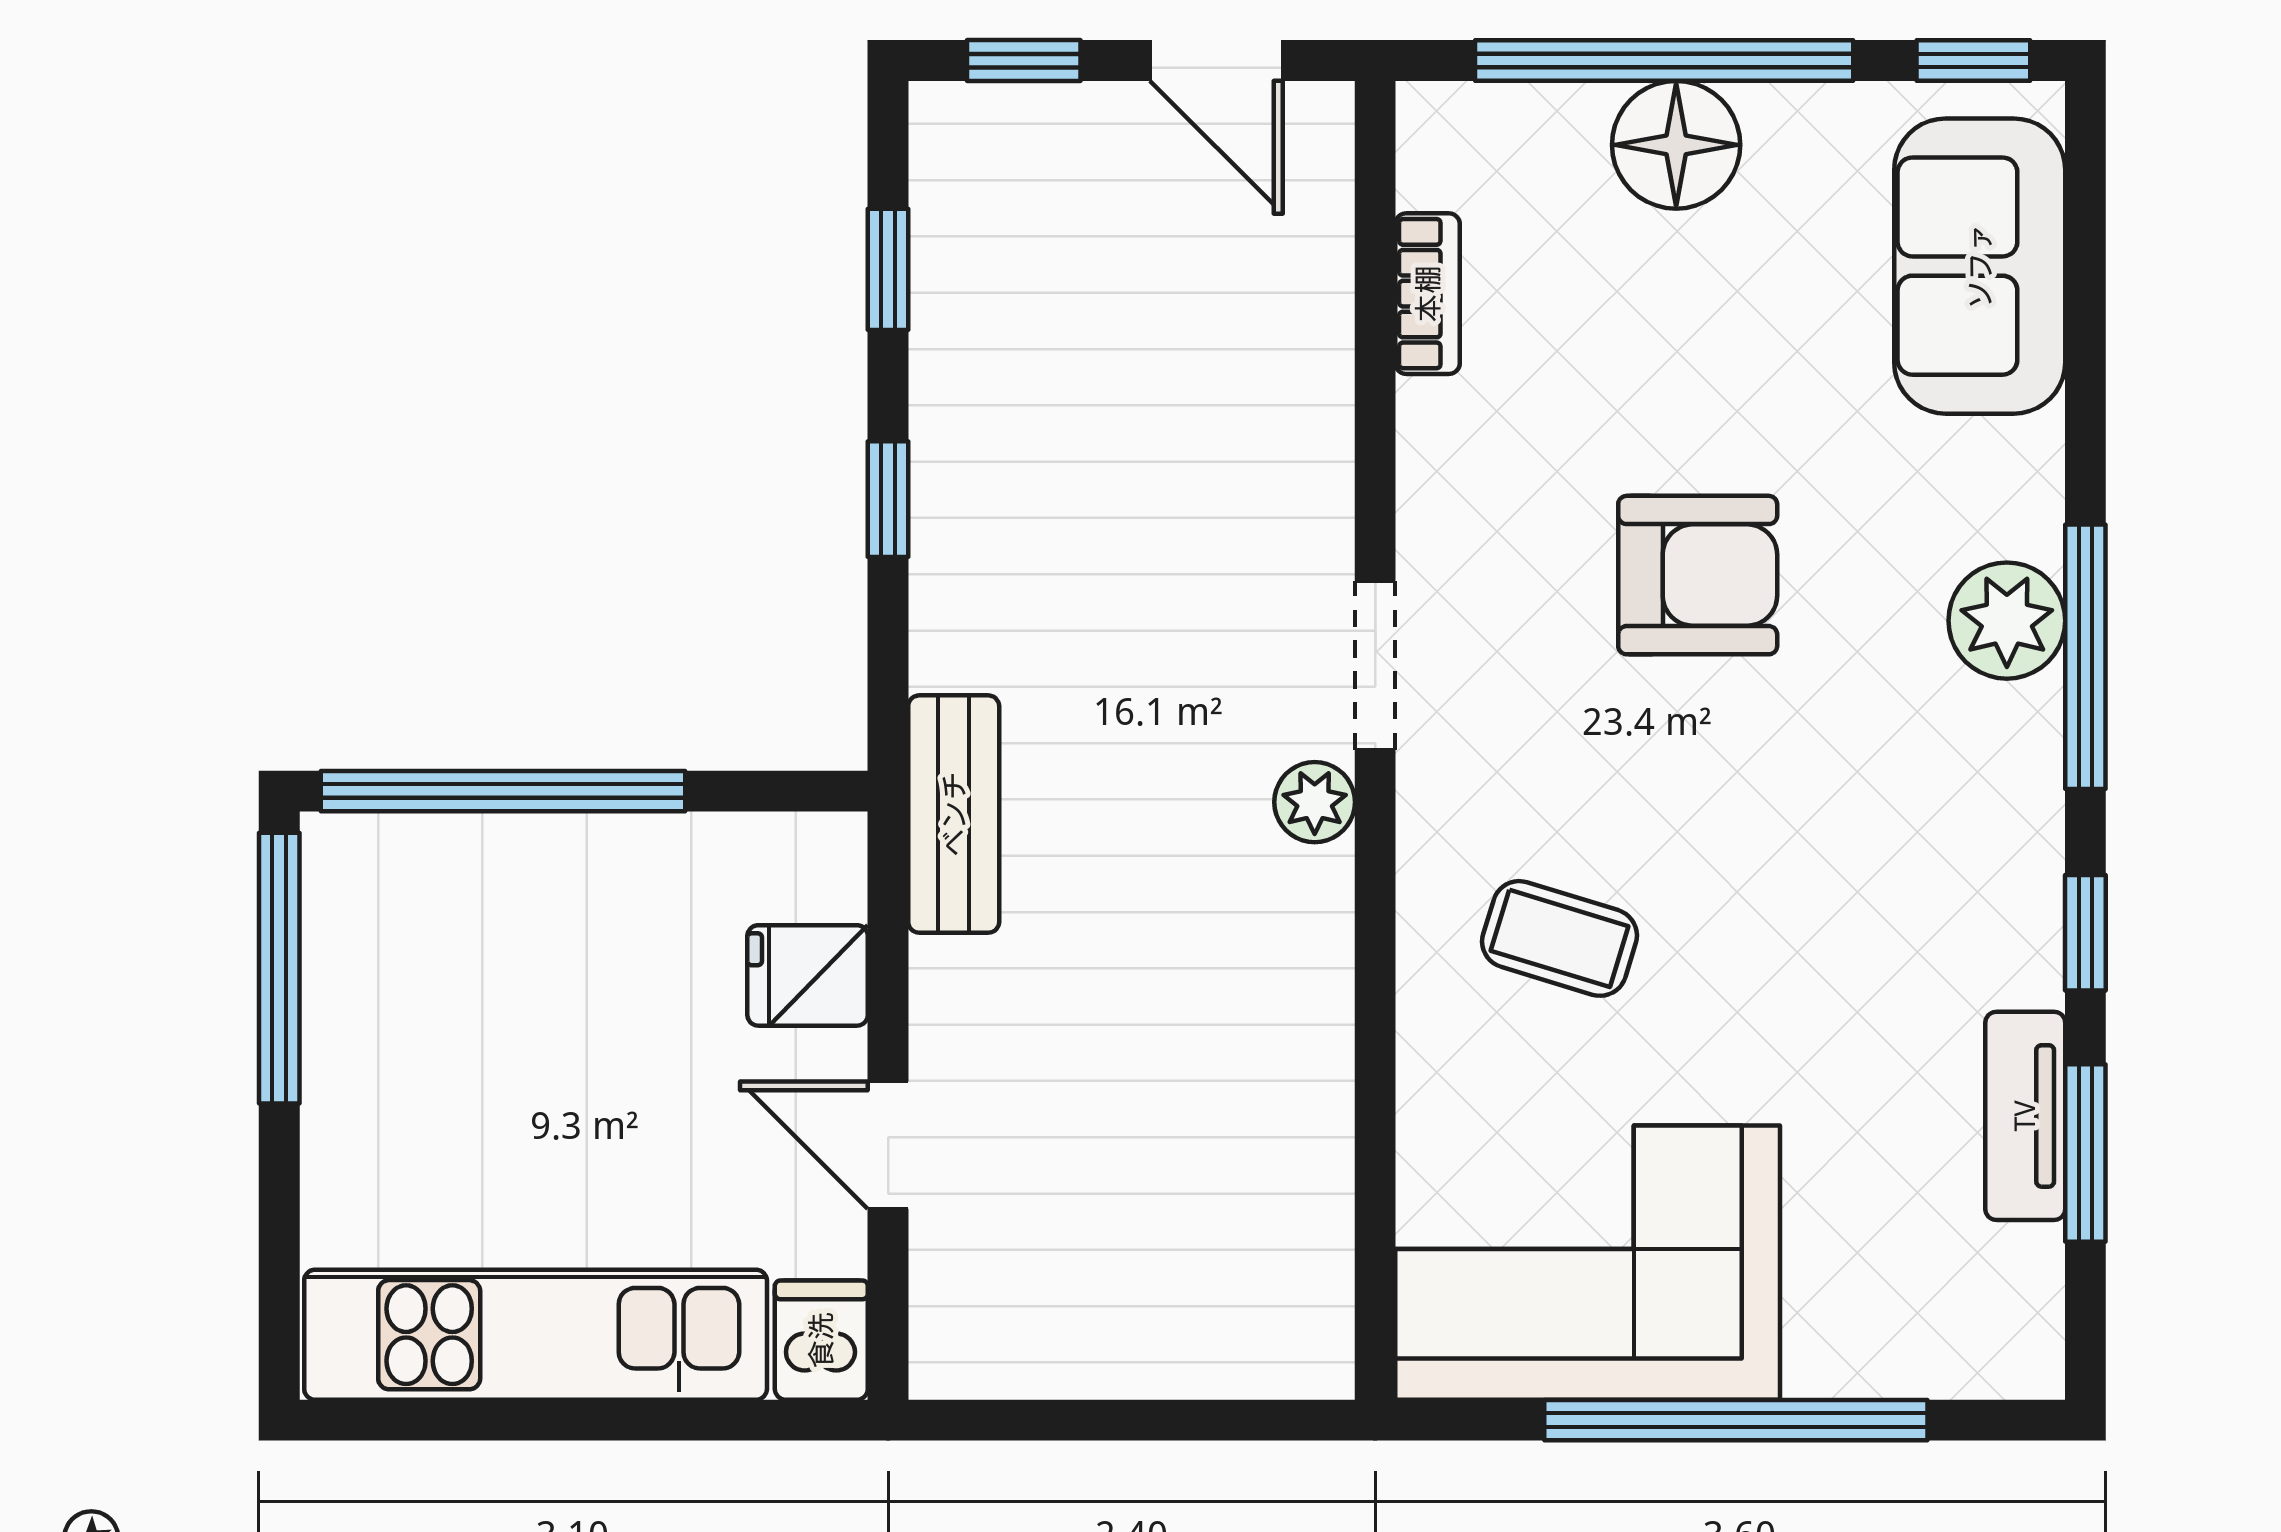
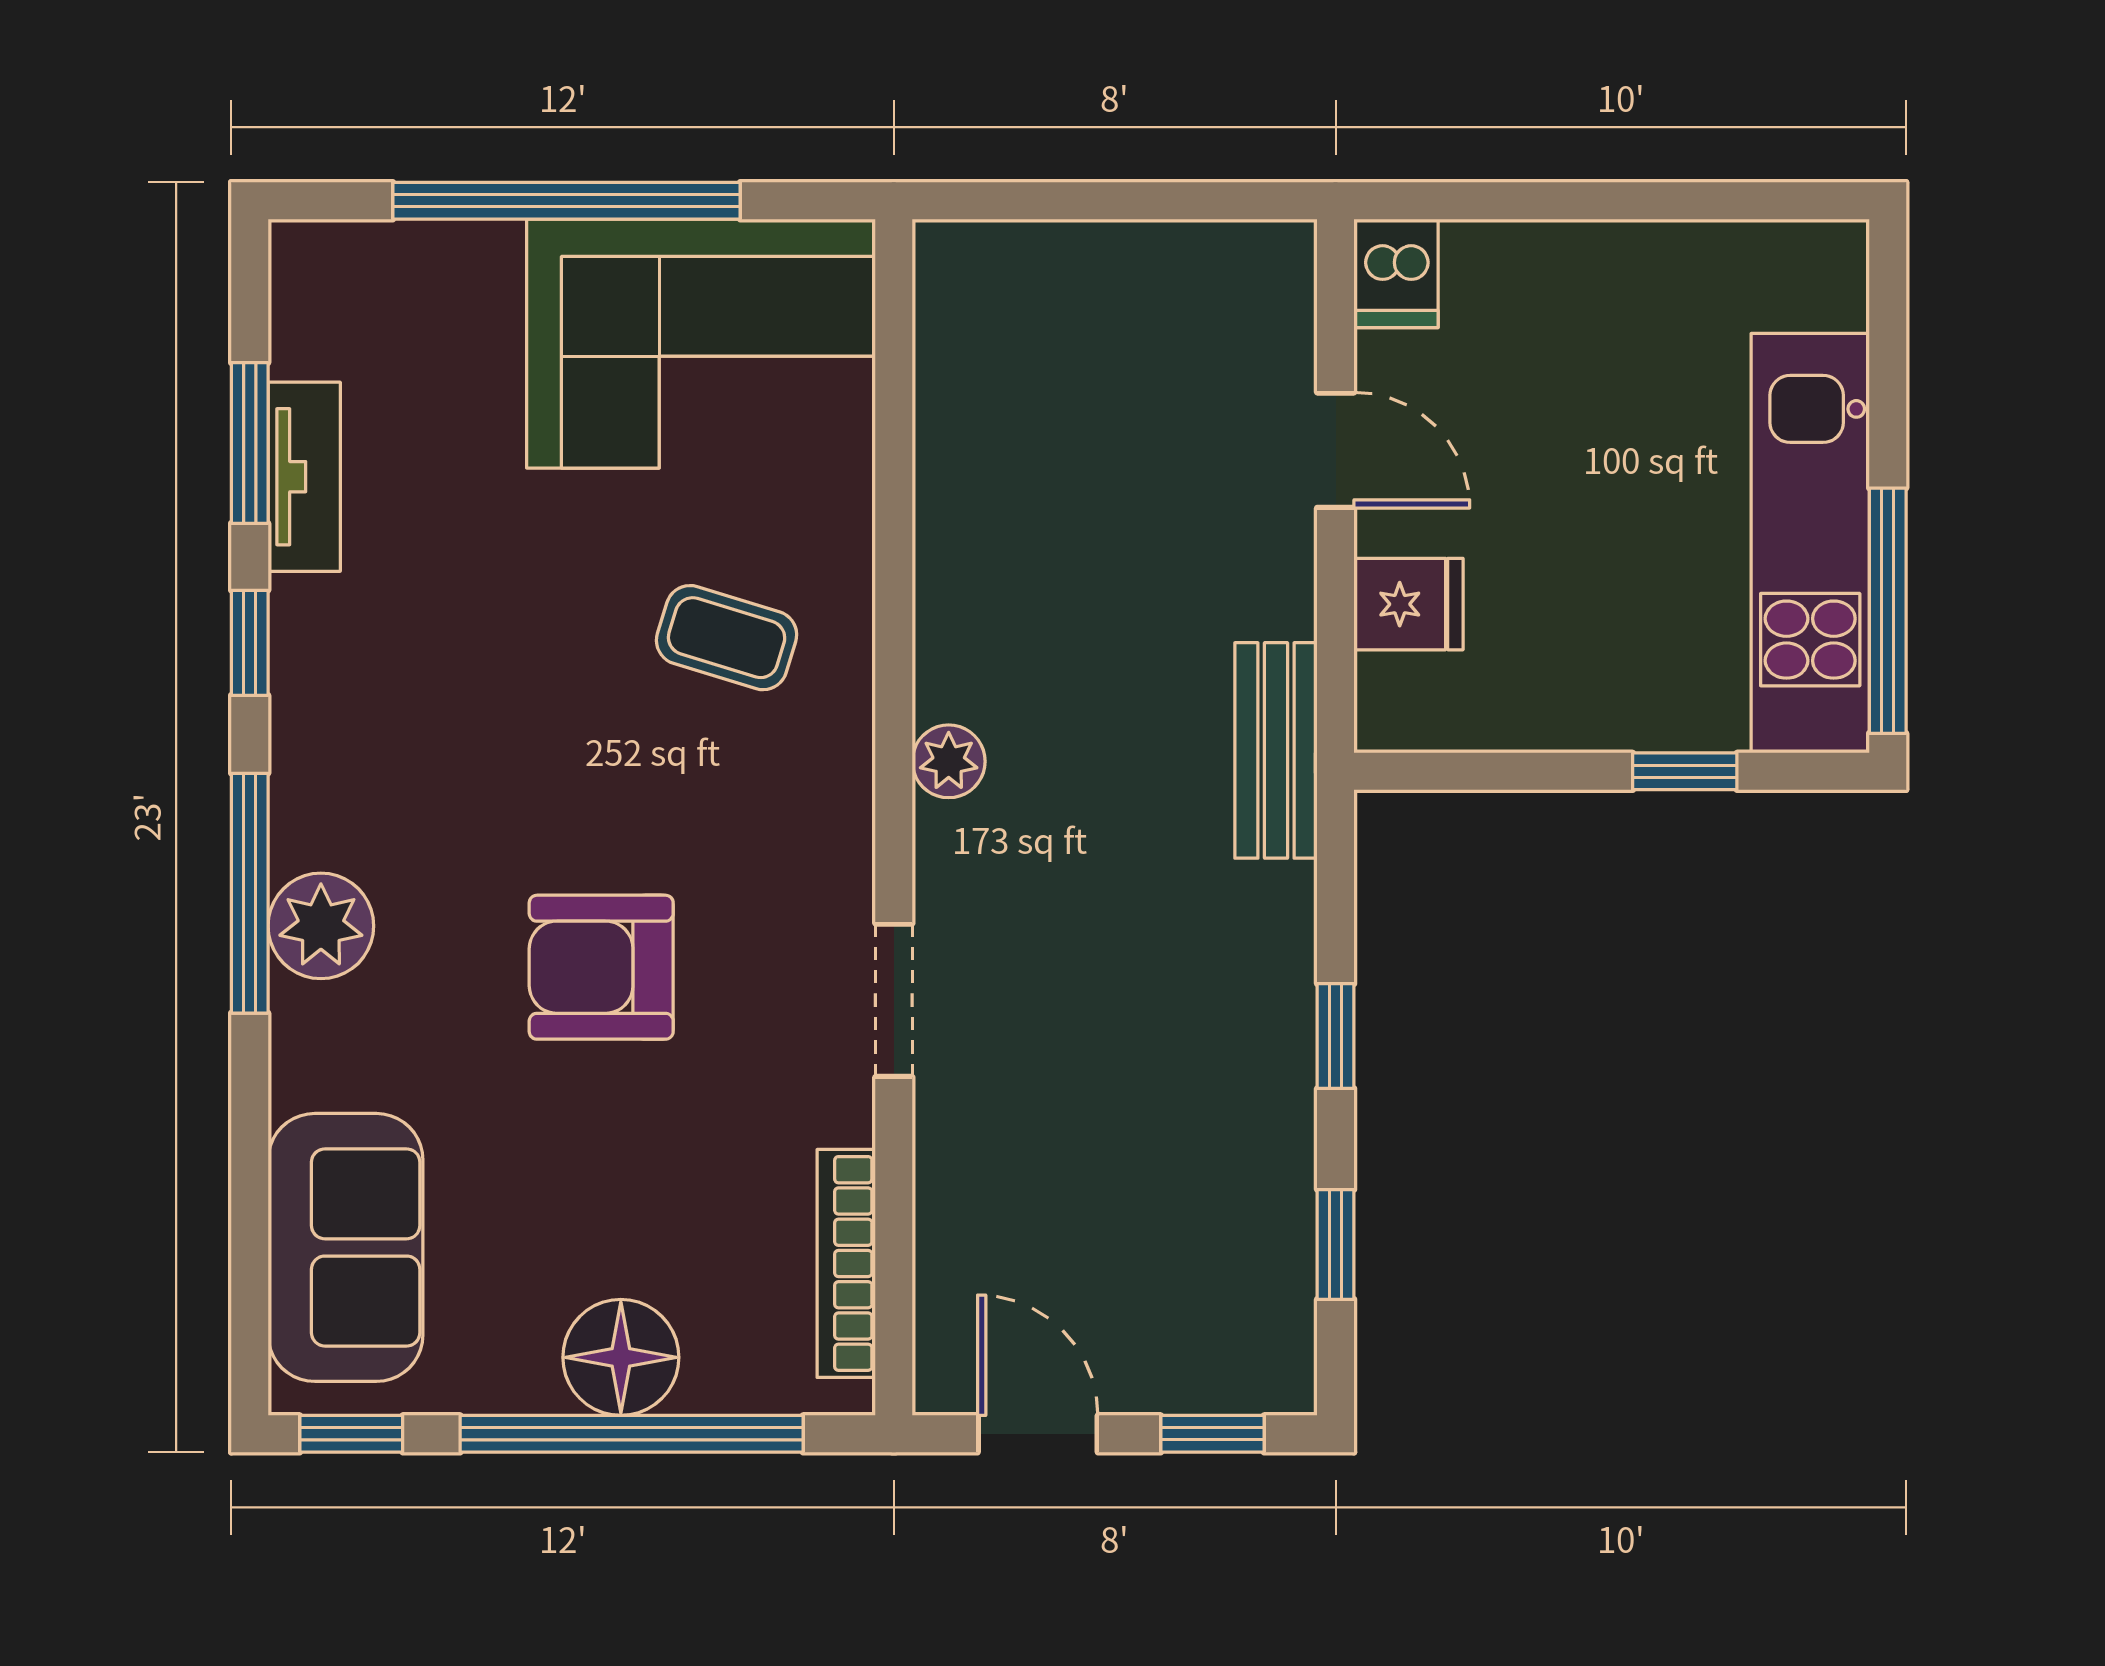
bookcase: (1428, 294) -> (846, 1263), width x1.56
doorway: (1375, 665) -> (894, 1000), moved
window: (503, 791) -> (1685, 771), width x0.32
kitchen unit: (536, 1335) -> (1810, 543), moved, turned 90

